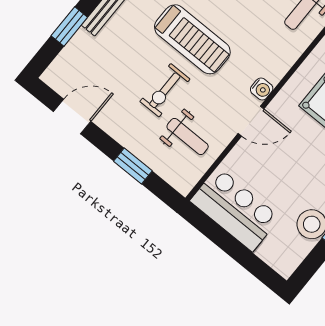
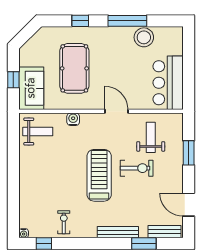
bench: (63, 62) -> (165, 232), added
water cooler: (262, 89) -> (73, 119), moved

